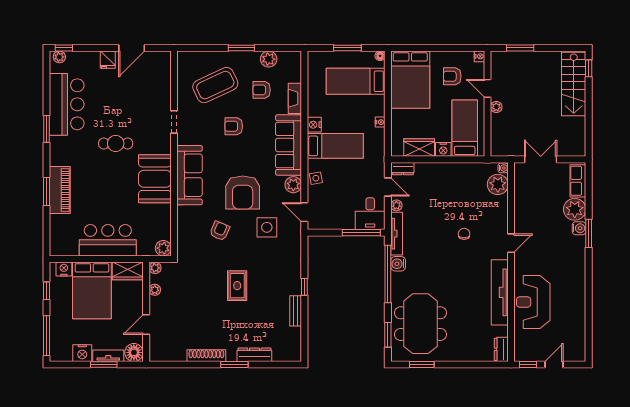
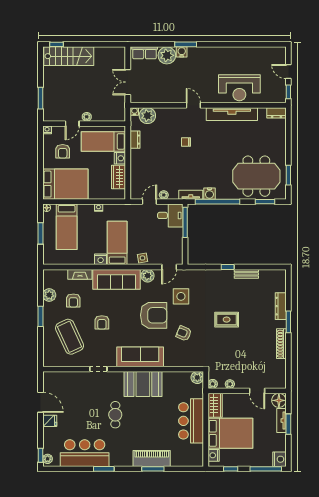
dresser: (403, 169) -> (135, 140), moved
tv unit: (397, 234) -> (191, 195), width x0.71
nightstand: (82, 353) -> (279, 459), moved

